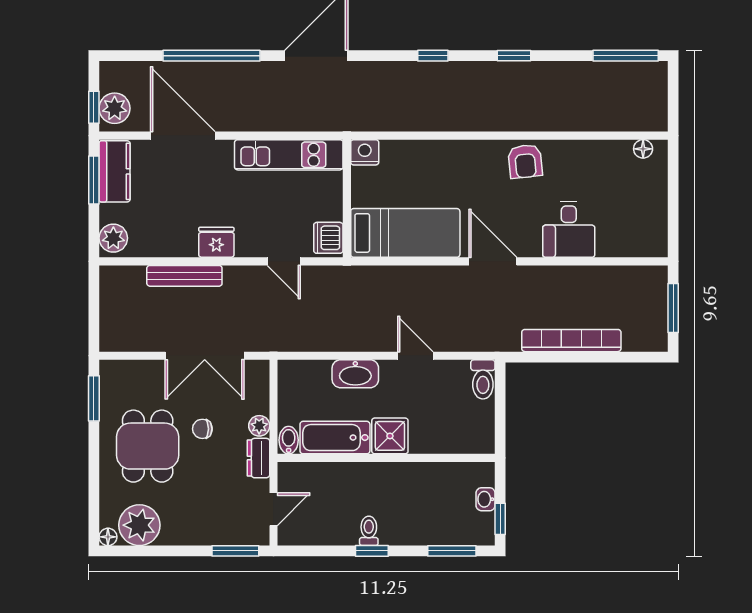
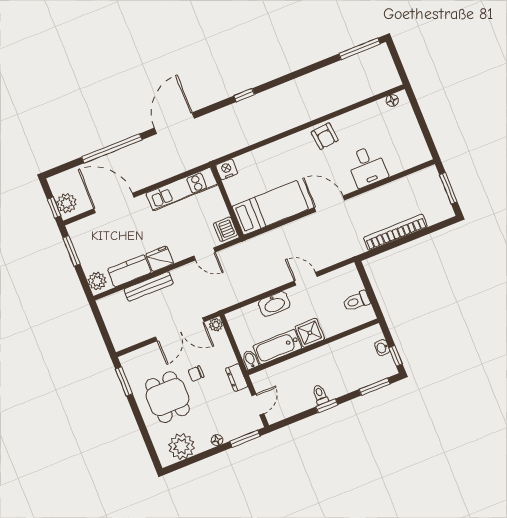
window: (514, 56) -> (293, 76), removed
kitchen counter: (115, 171) -> (129, 271), moved, turned -90
toilet: (483, 379) -> (356, 301), moved, turned 90
plant: (259, 426) -> (216, 325), moved
floor lamp: (108, 537) -> (217, 440), moved

